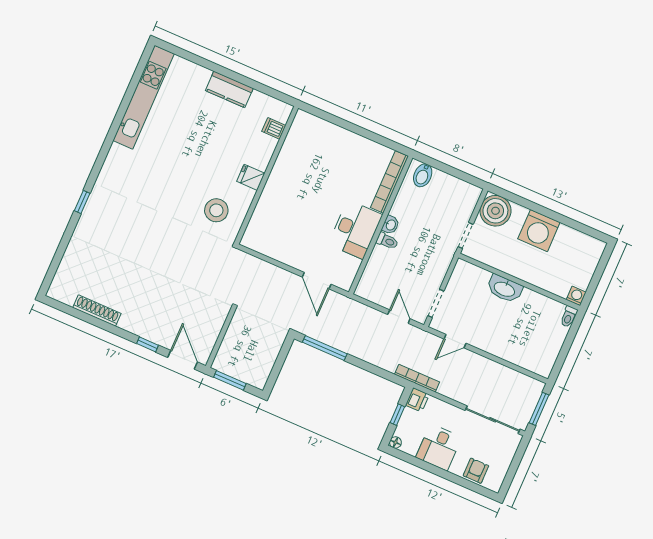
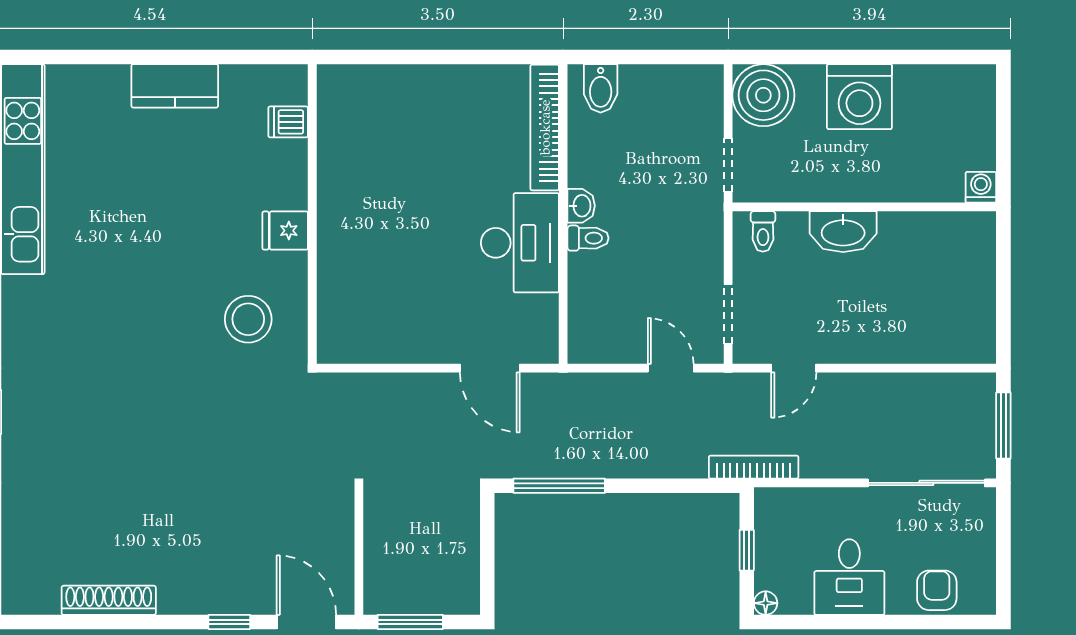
toilet: (569, 317) -> (763, 231), moved
printer: (417, 400) -> (772, 507), removed

